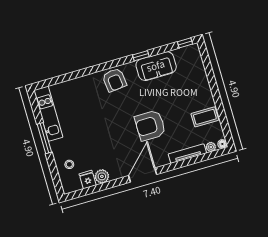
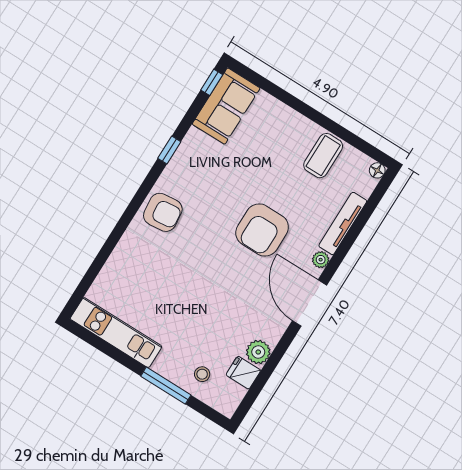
sofa: (156, 66) -> (226, 106), moved
window: (44, 138) -> (166, 386), moved
plant: (211, 147) -> (321, 260), moved

